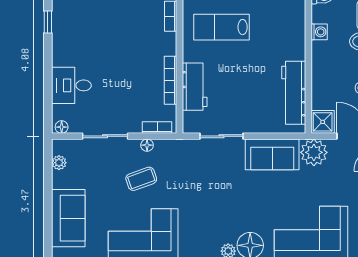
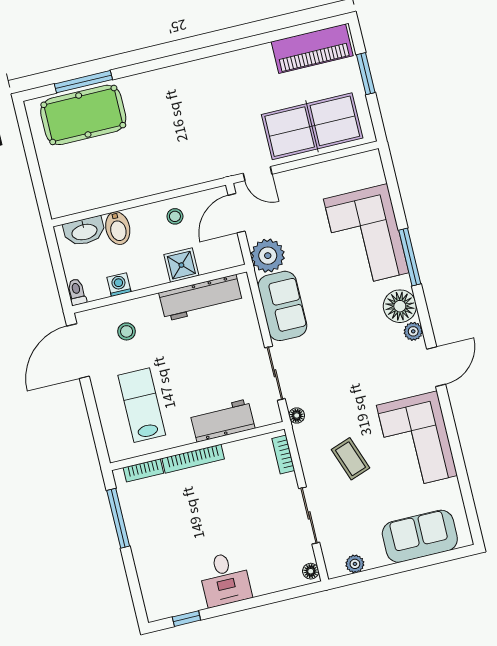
lab bench: (222, 27) -> (142, 405), turned 180
stool: (281, 29) -> (127, 331), added
bookcase: (171, 80) -> (193, 459), moved
desk: (71, 85) -> (225, 579), moved
shower: (323, 122) -> (181, 265), moved
floor lamp: (147, 145) -> (297, 416), moved

